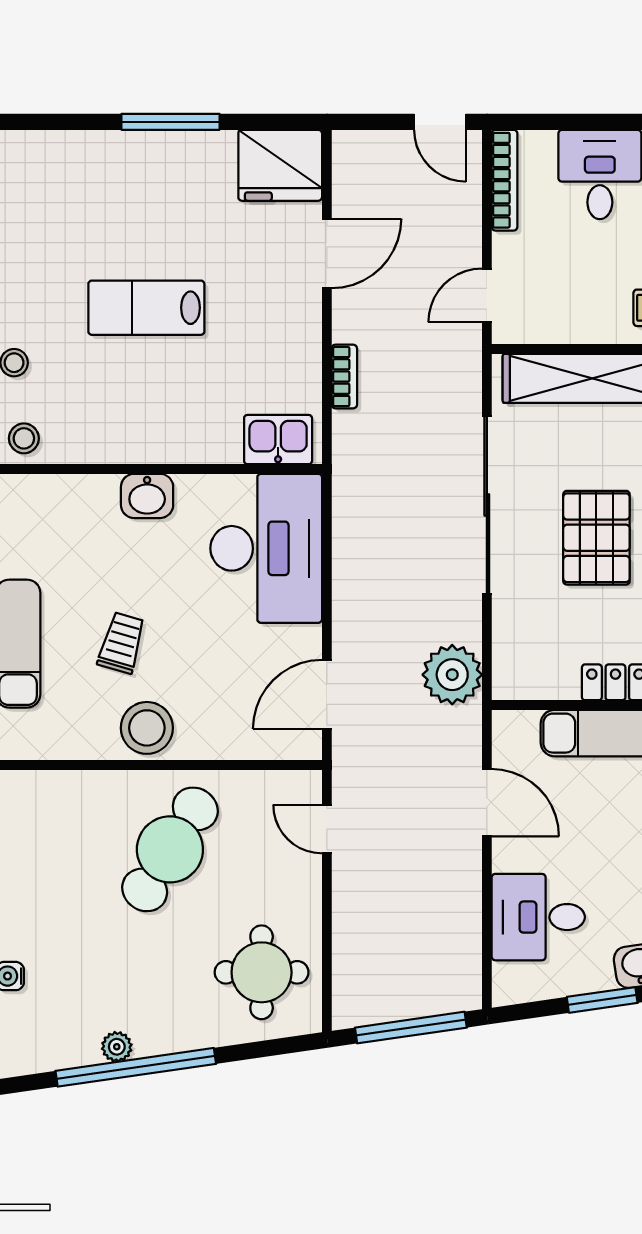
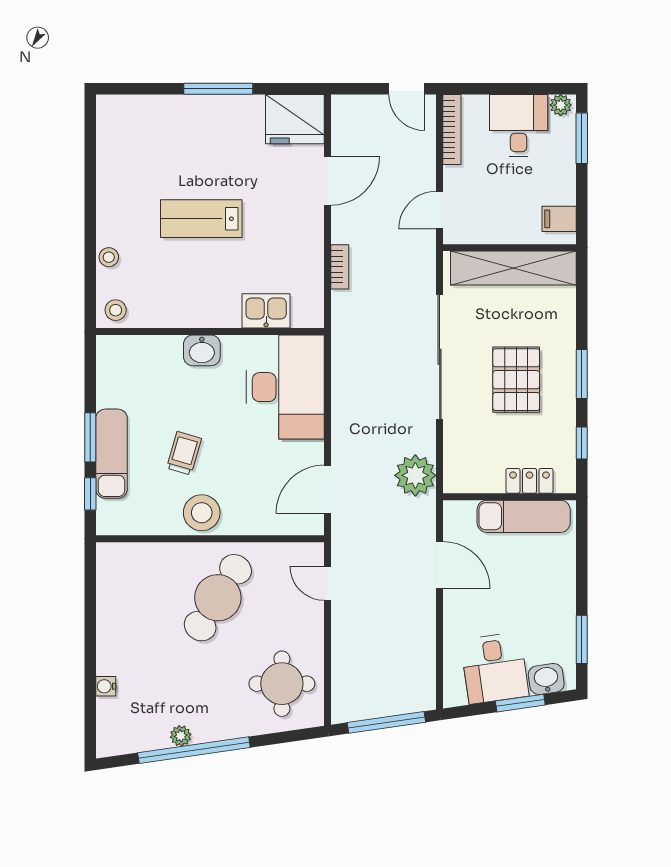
kitchen sink: (278, 440) -> (266, 311), moved
desk: (538, 917) -> (495, 668), moved, turned -98

